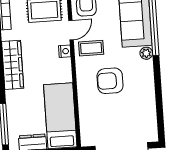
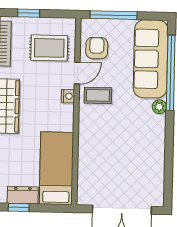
armchair: (110, 81) -> (116, 134), removed

